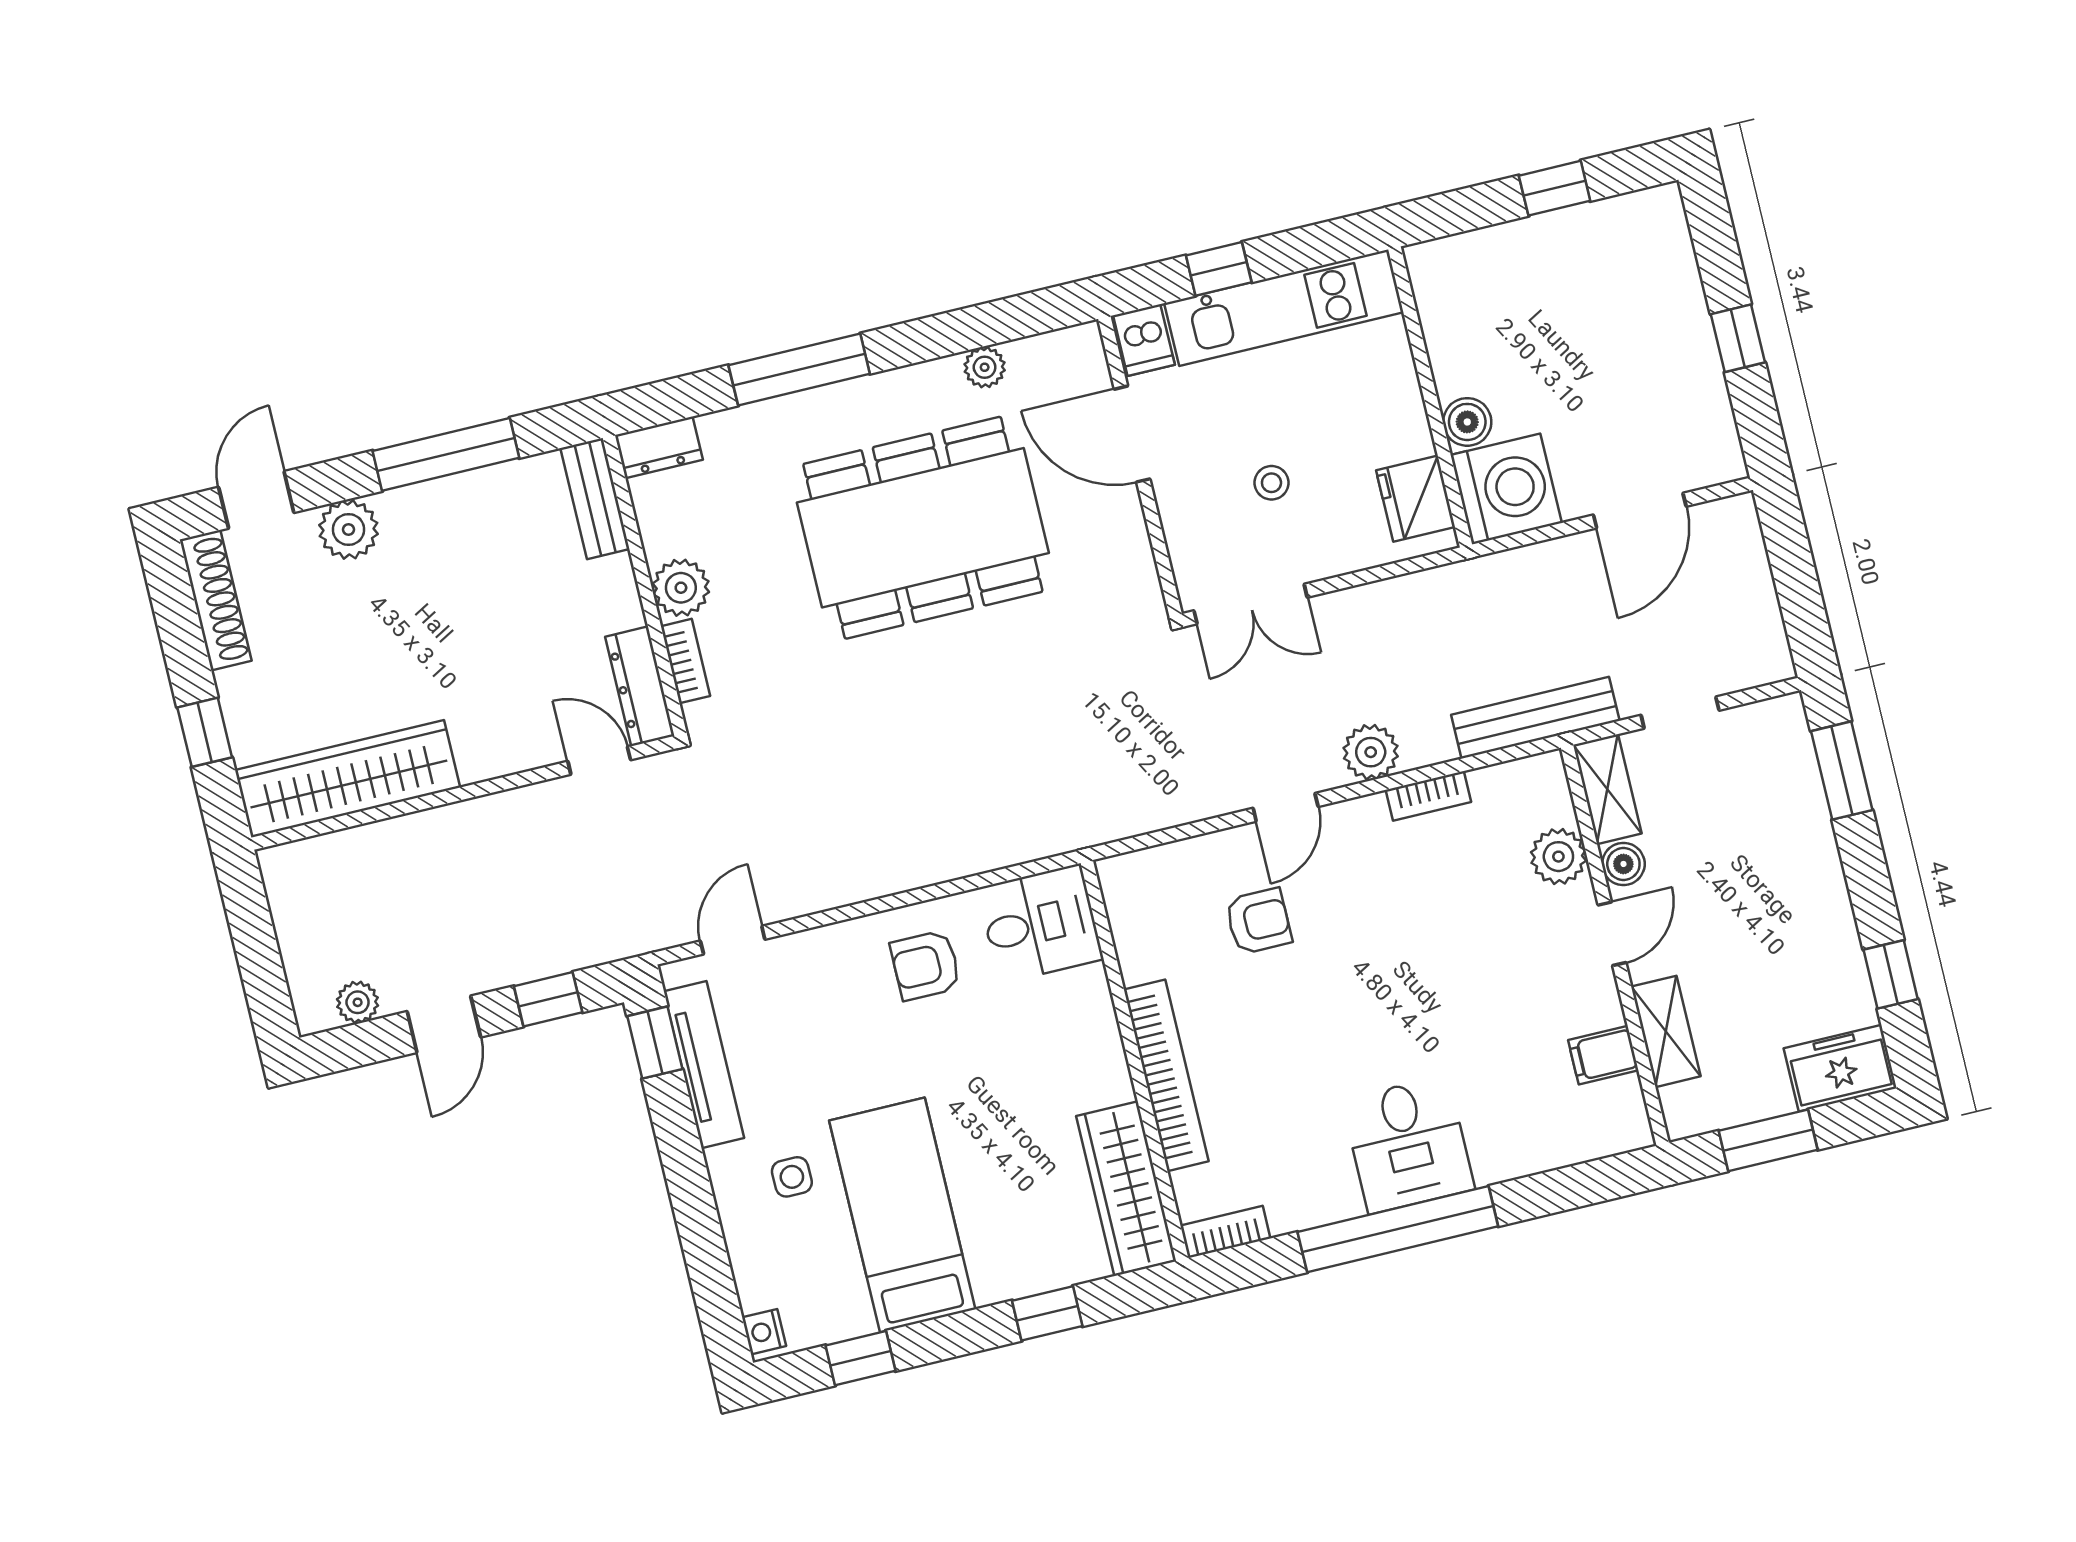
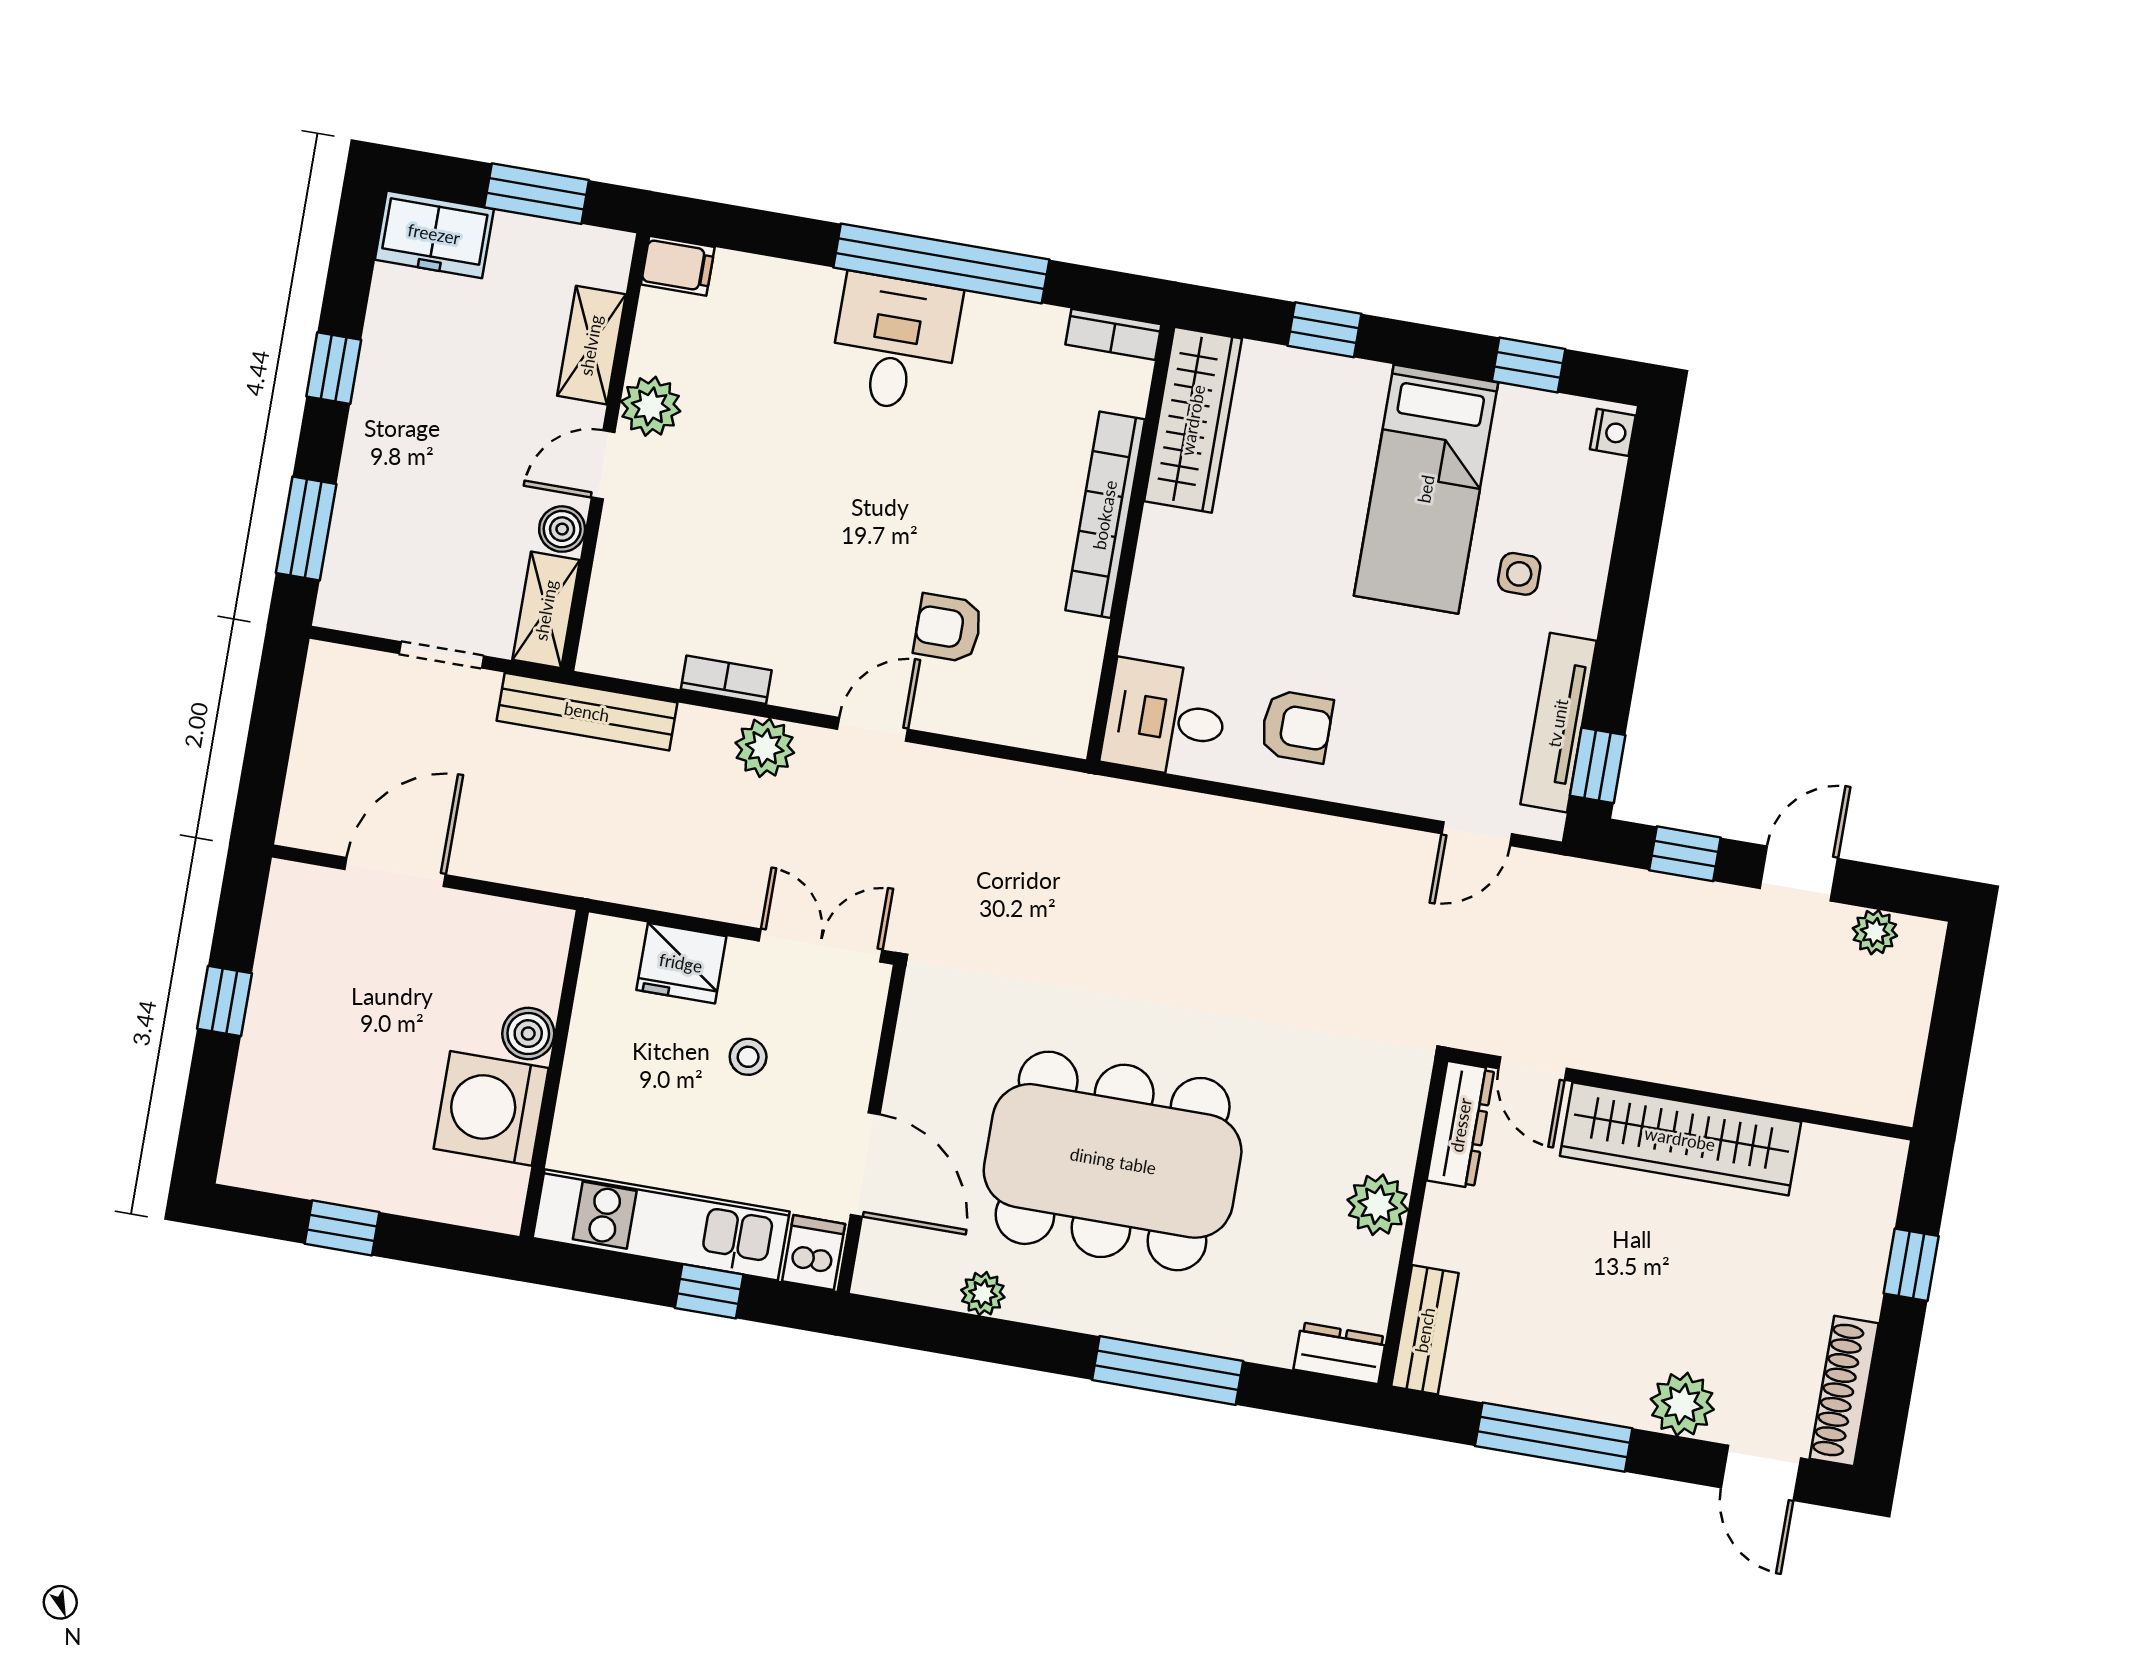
washing machine: (1506, 489) -> (491, 1108), moved
fridge: (1416, 499) -> (681, 963), moved, turned 90
door: (256, 500) -> (1761, 1473), hinge flipped
bookcase: (686, 661) -> (1405, 1130), removed
wardrobe: (347, 779) -> (1680, 1139), moved
plant: (1558, 857) -> (651, 406), moved
window: (1891, 974) -> (334, 368), moved
filing cabinet: (1603, 1055) -> (678, 266), moved

